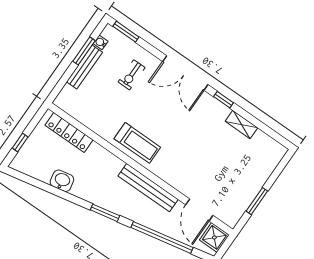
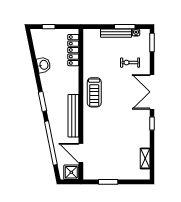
shelving: (241, 124) -> (145, 158), moved
door: (199, 210) -> (81, 153), hinge flipped

